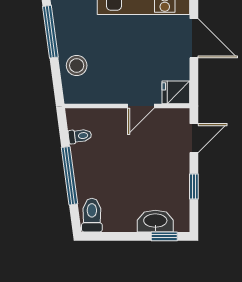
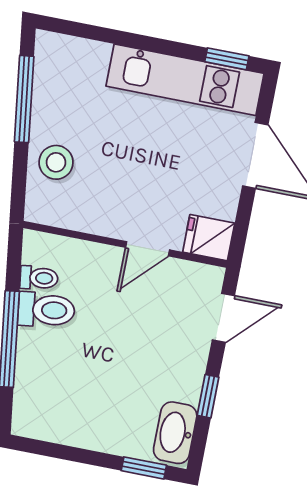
toilet: (92, 215) -> (46, 310), moved, turned 82
washbasin: (155, 221) -> (175, 433), moved, turned -90

